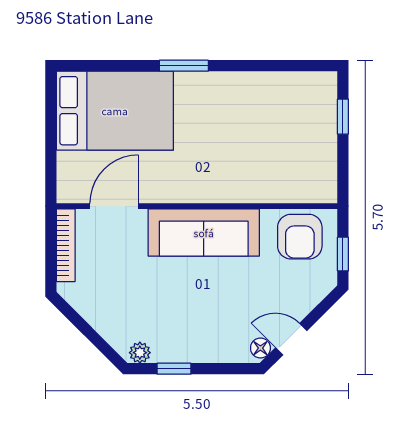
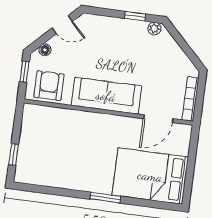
floor lamp: (260, 348) -> (45, 50), moved

